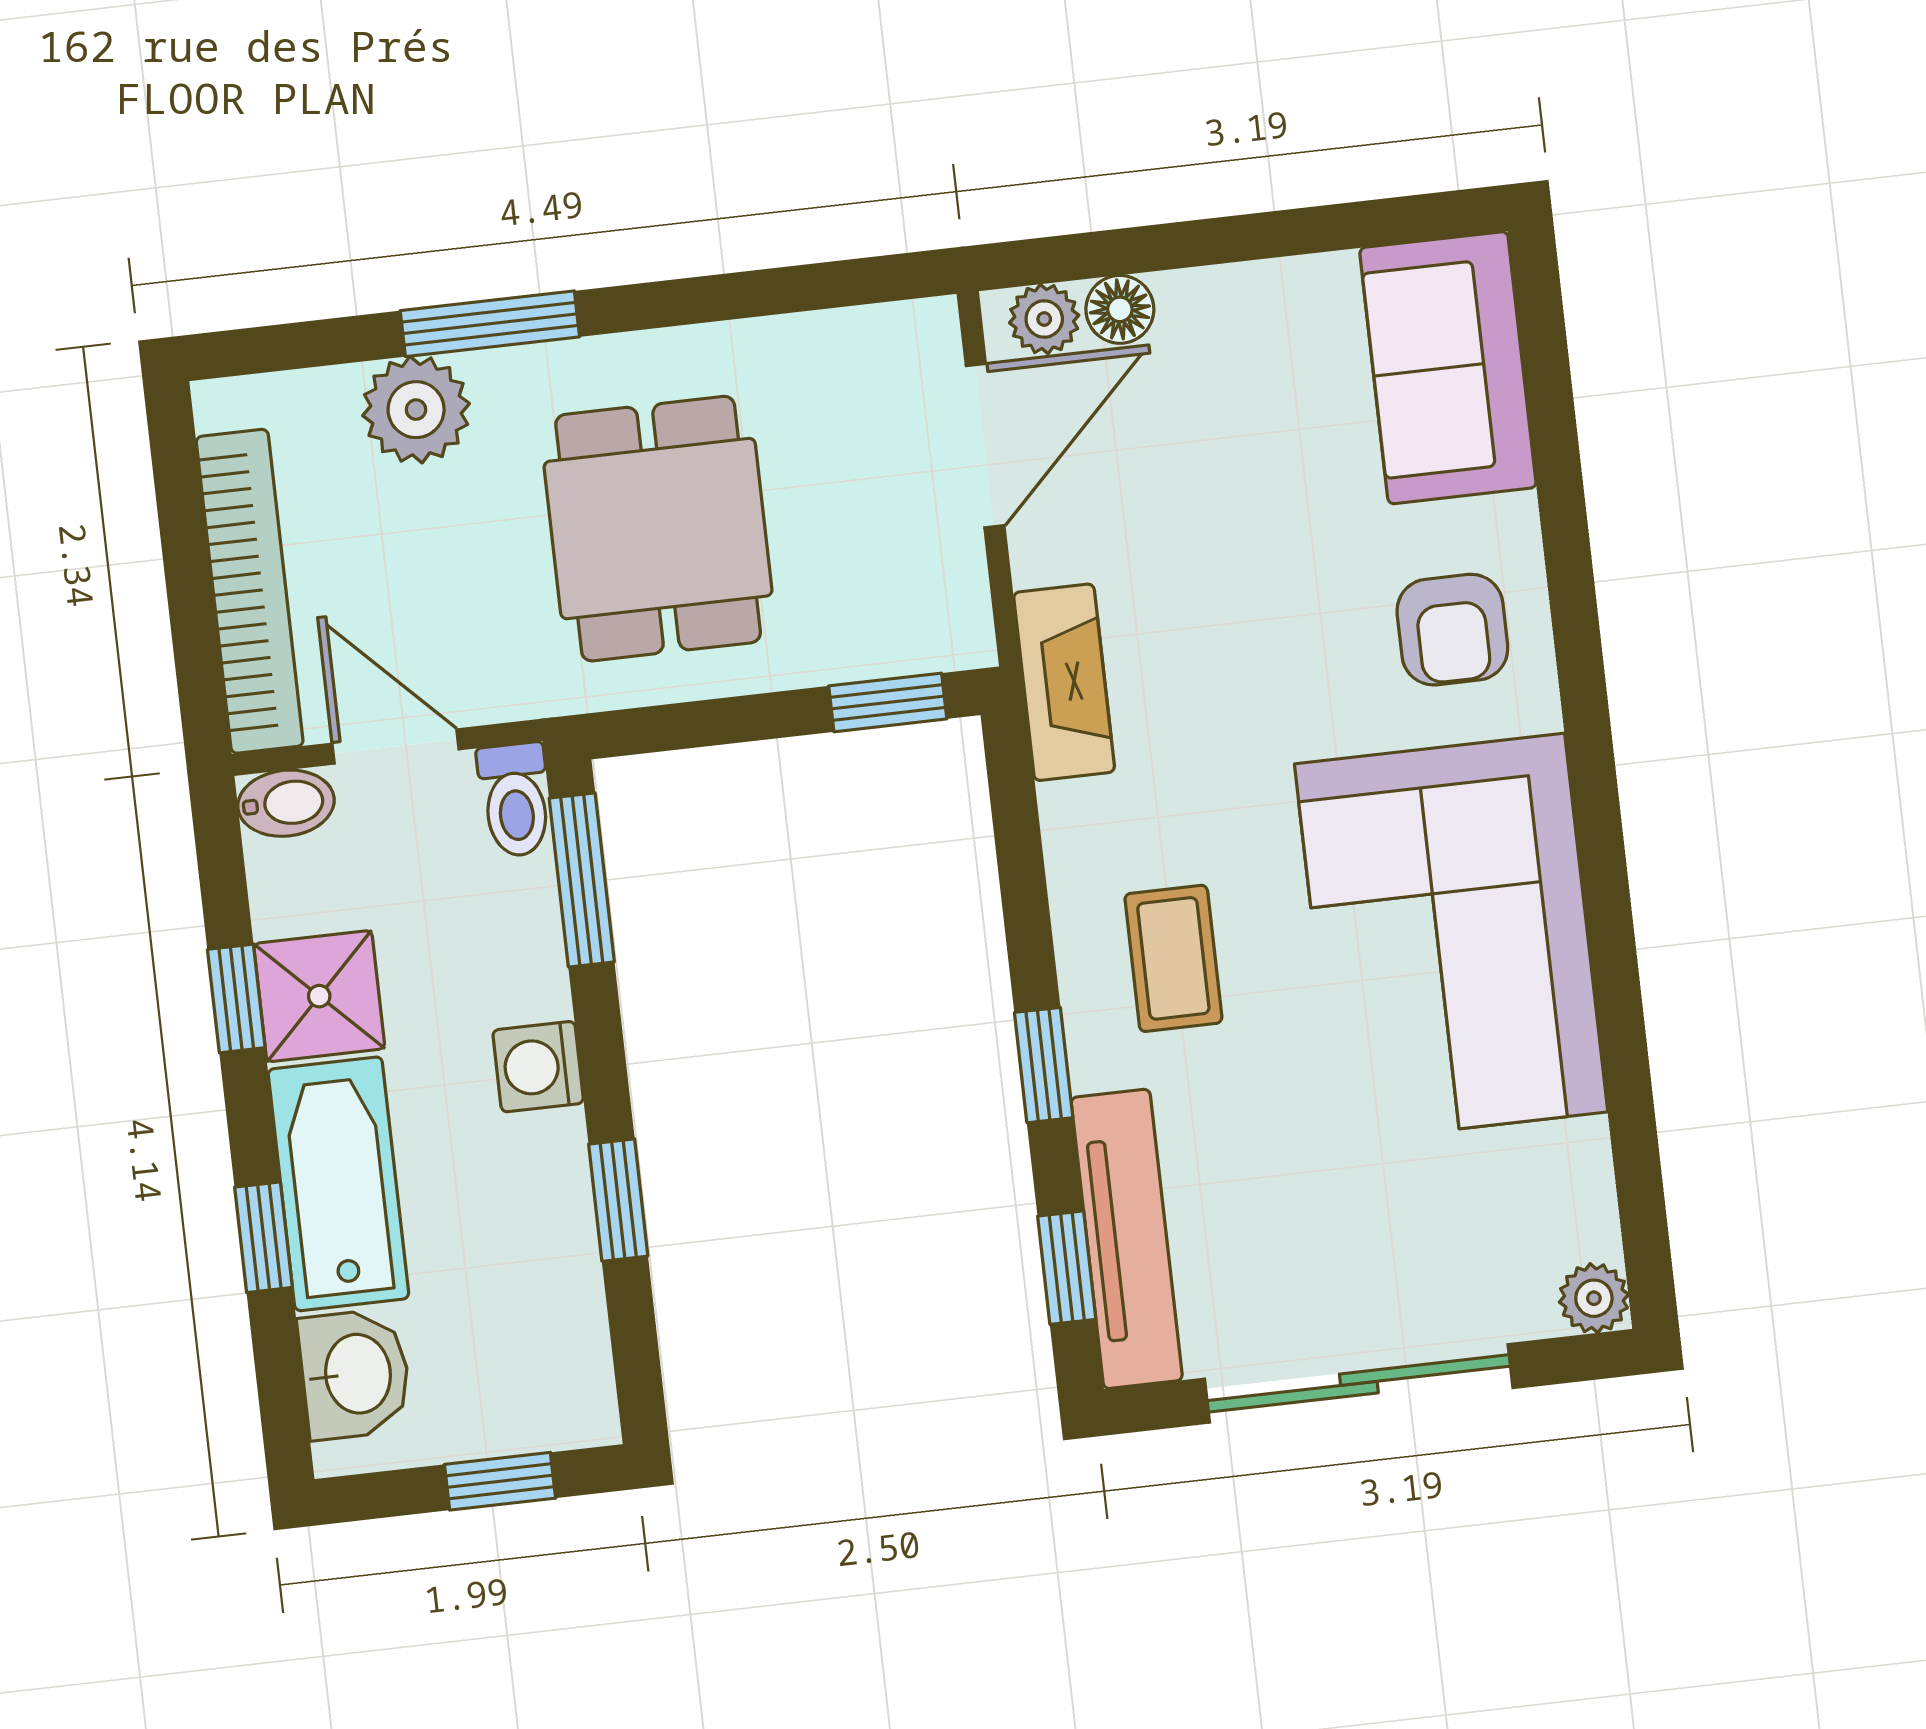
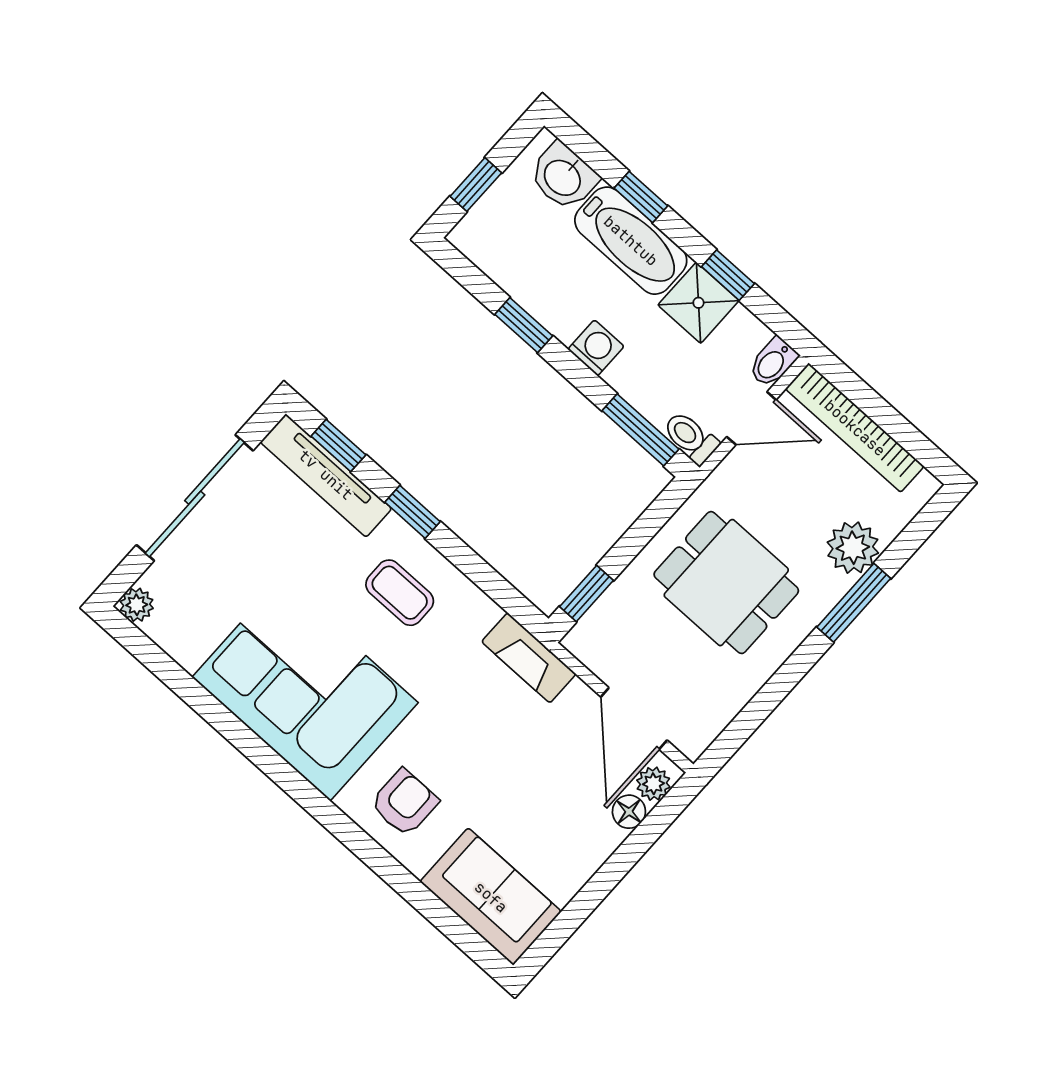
armchair: (1452, 630) -> (404, 803), turned 90

